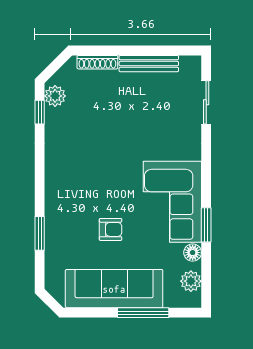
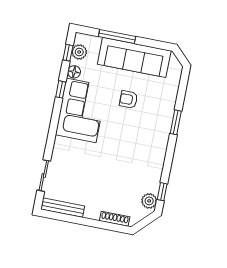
bench: (149, 64) -> (63, 208), moved
window: (206, 225) -> (61, 89), width x0.67
window: (40, 233) -> (176, 122), moved
window: (206, 277) -> (68, 53), added

